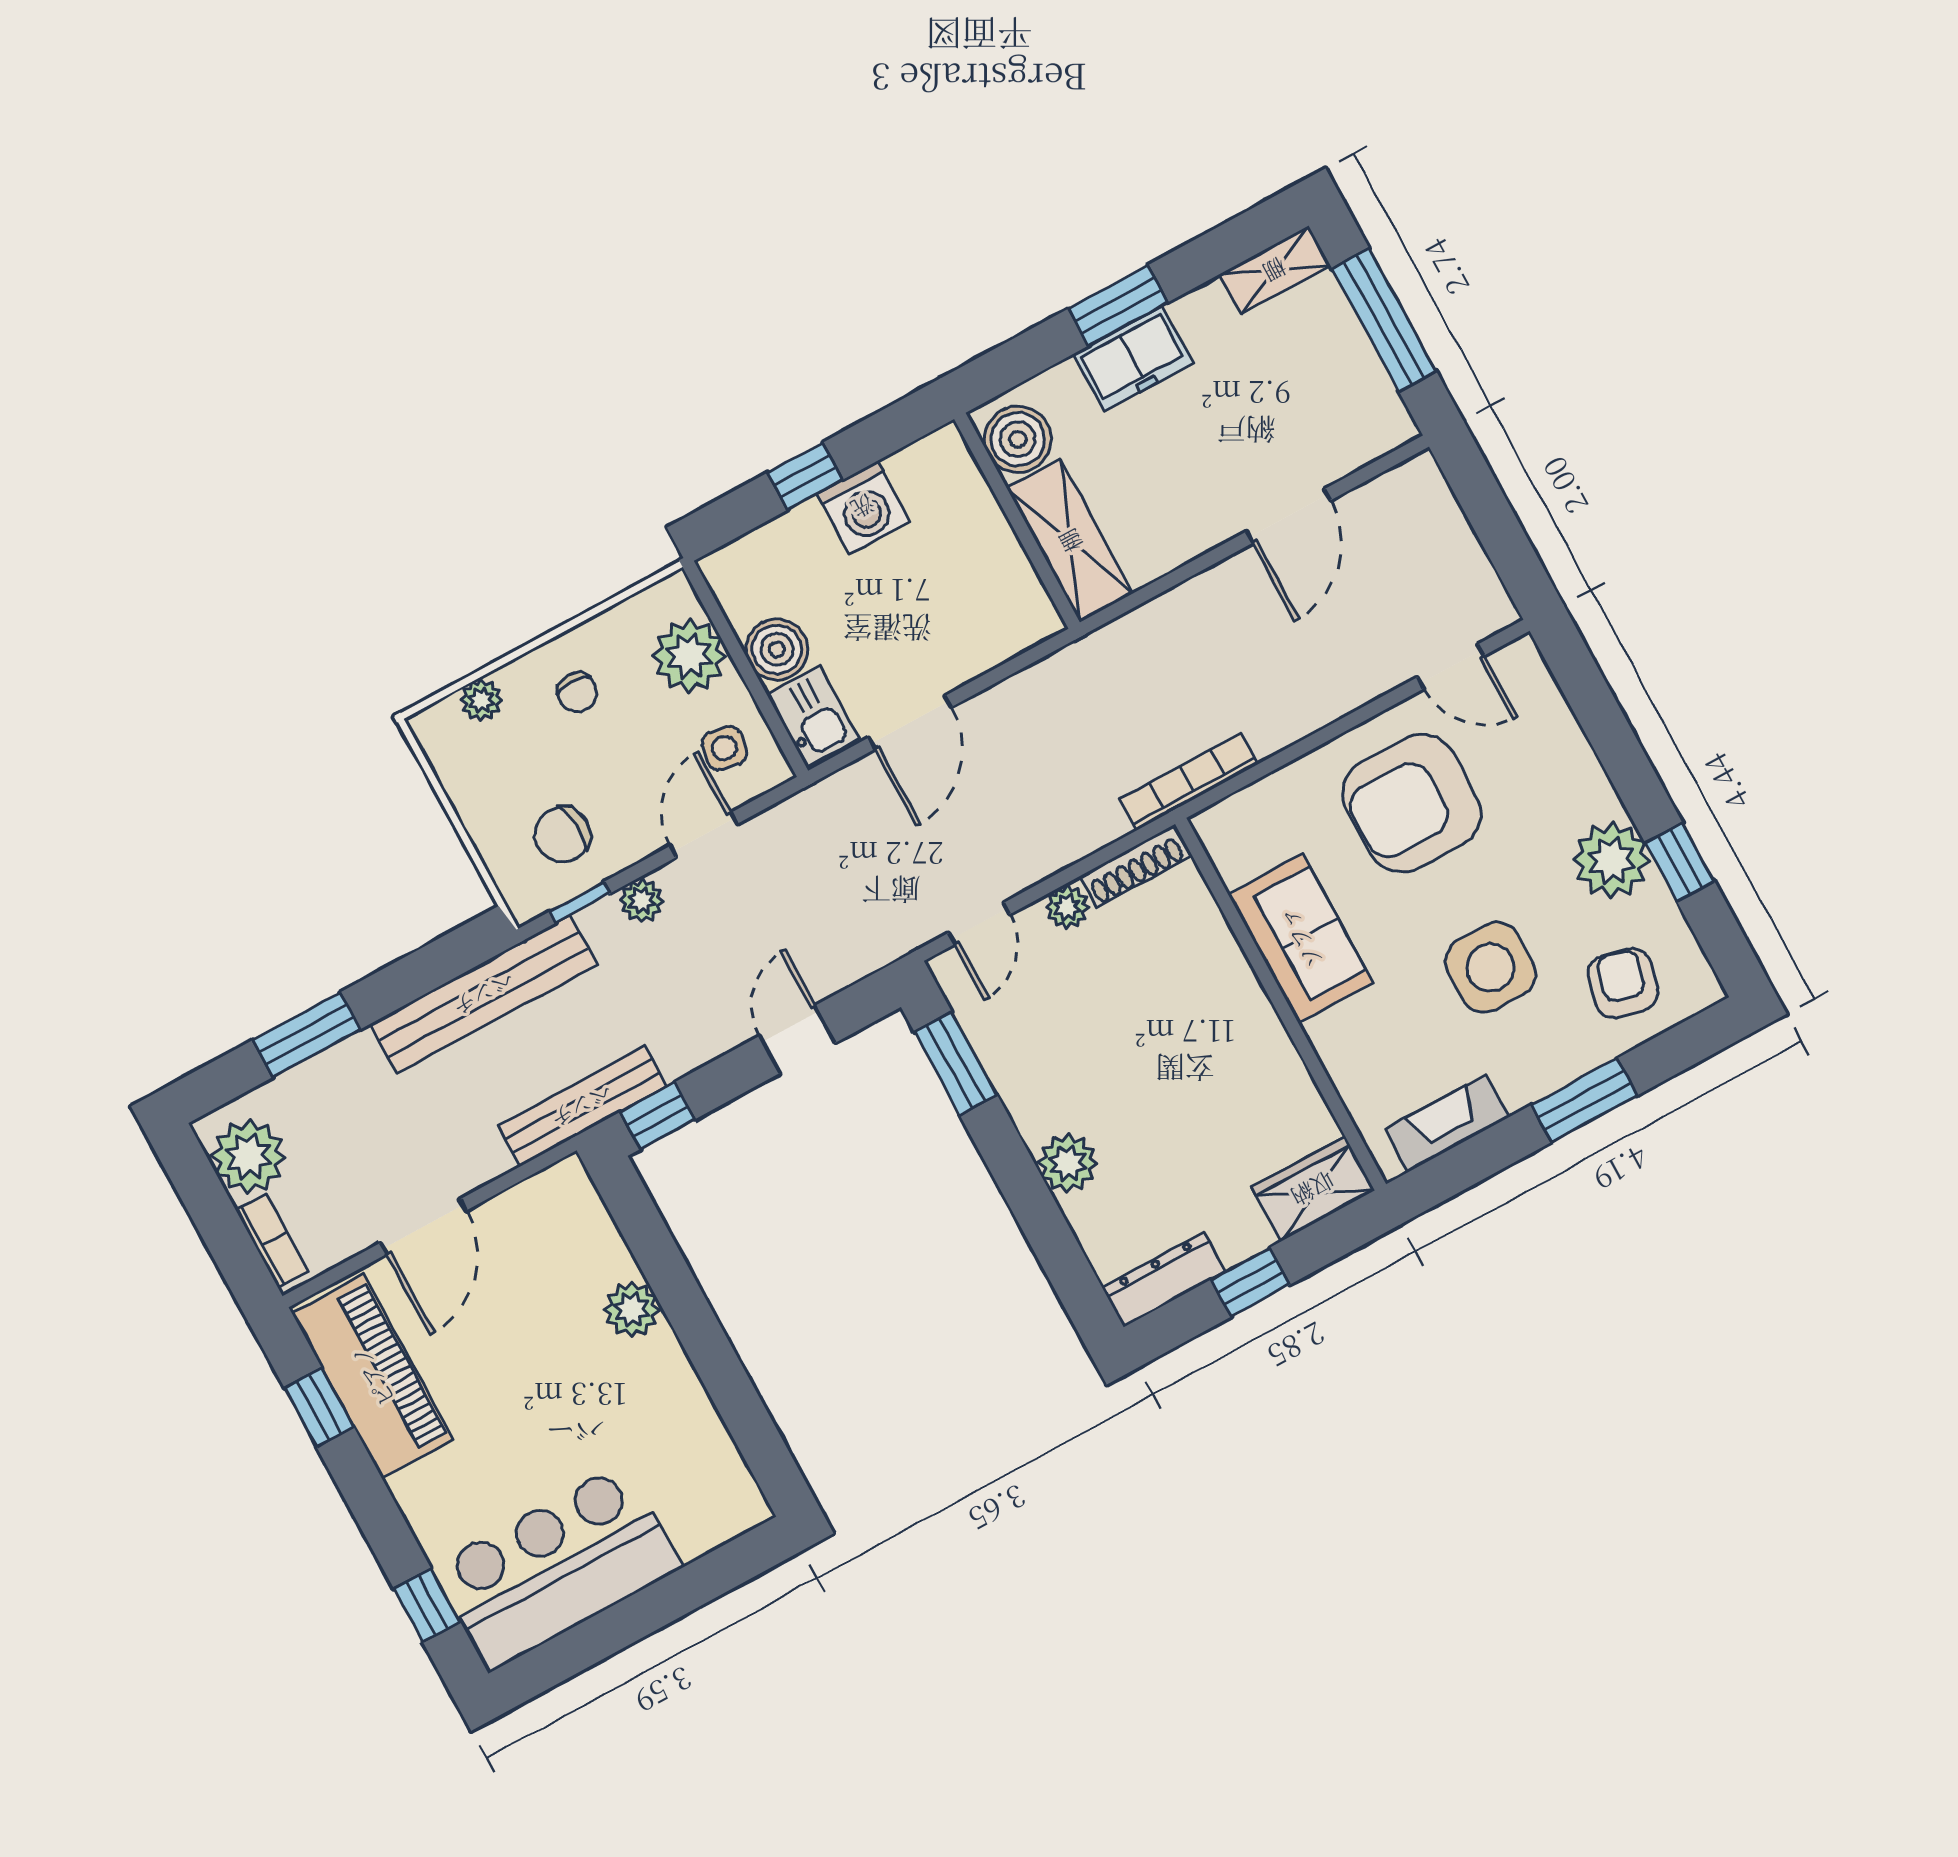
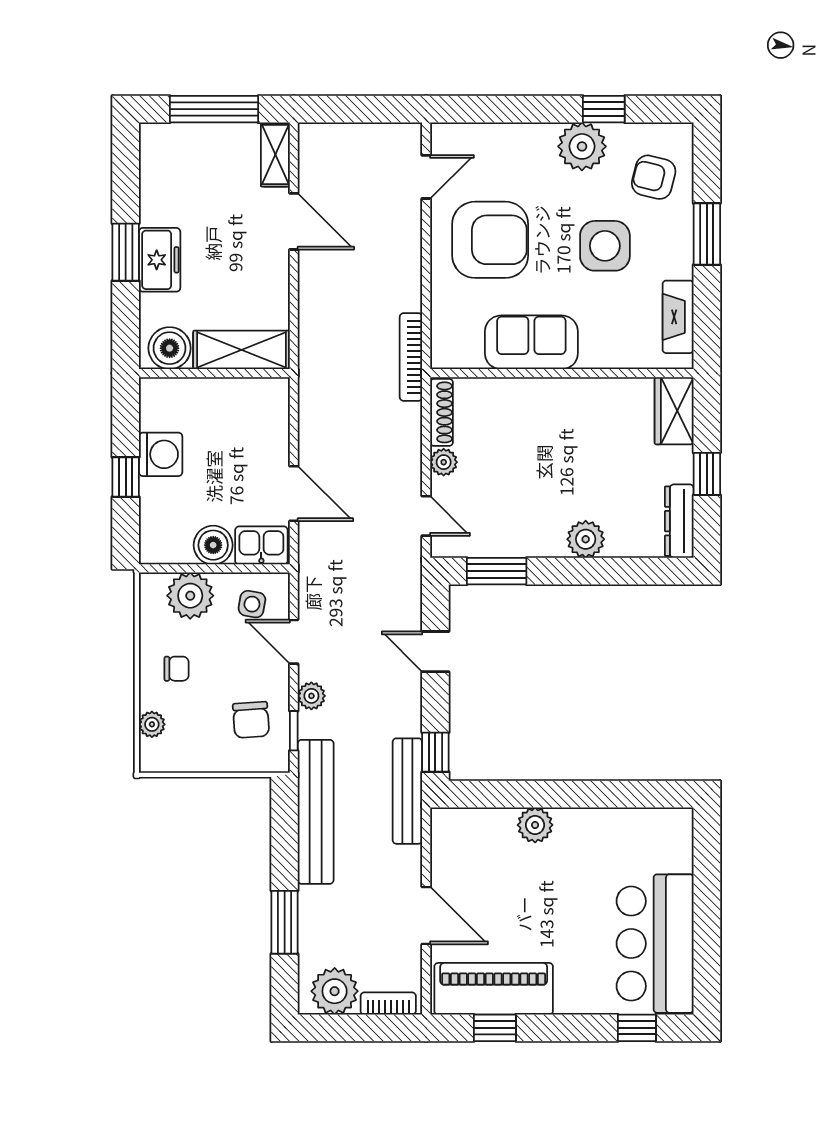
shelving: (1275, 270) -> (275, 154), moved
armchair: (1412, 803) -> (490, 240), turned -90

